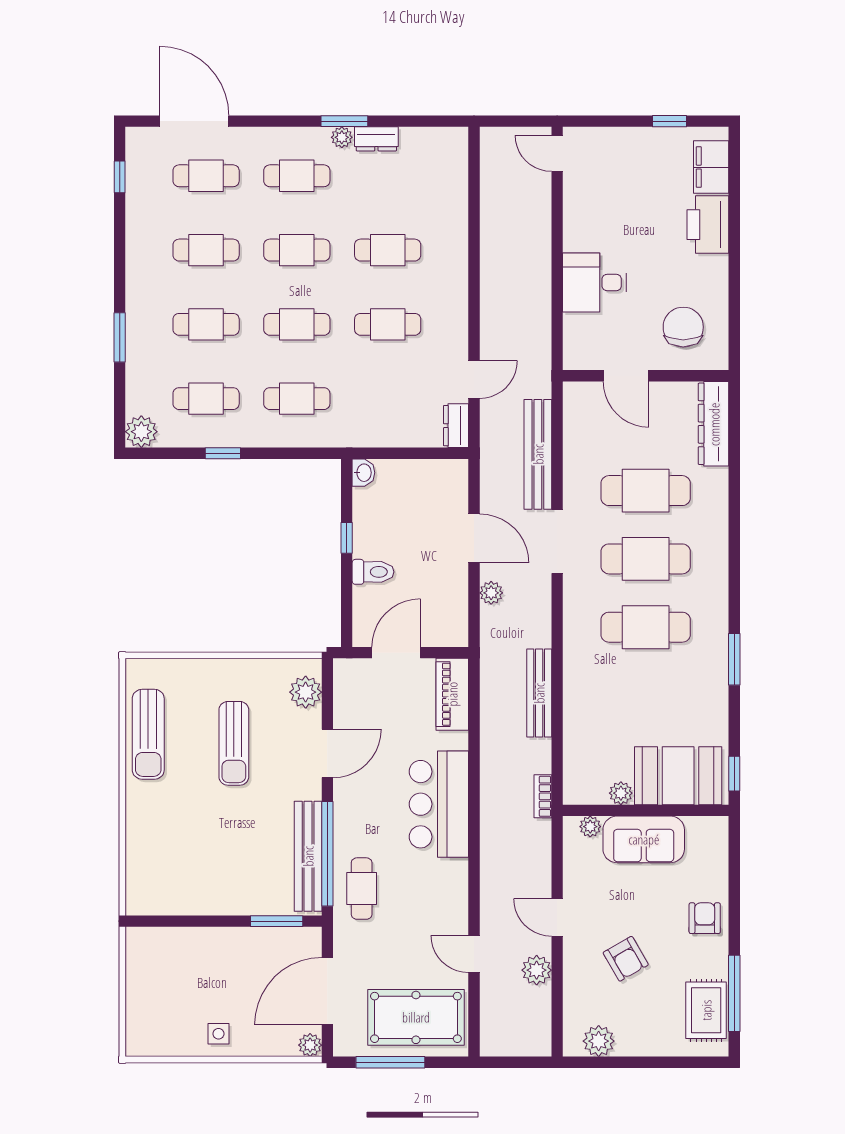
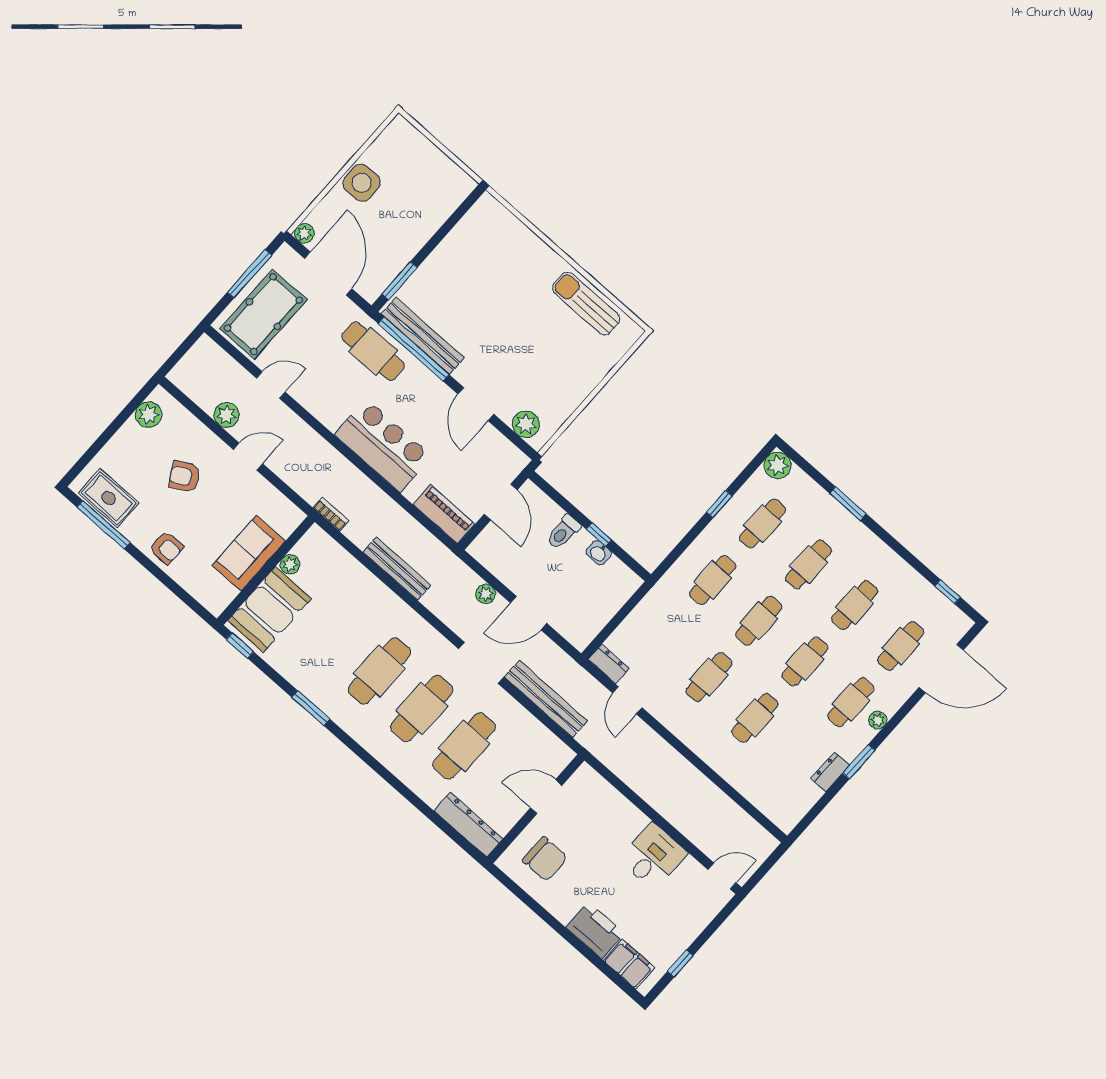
plant: (342, 137) -> (878, 720), moved
desk: (594, 282) -> (653, 856), moved
washbasin: (363, 473) -> (599, 553), moved
sun lounger: (234, 743) -> (533, 352), removed
plant: (590, 827) -> (286, 527), removed
cafe table: (362, 889) -> (373, 351), width x1.37, depth x1.35
side table: (218, 1034) -> (362, 183), width x1.87, depth x1.87

